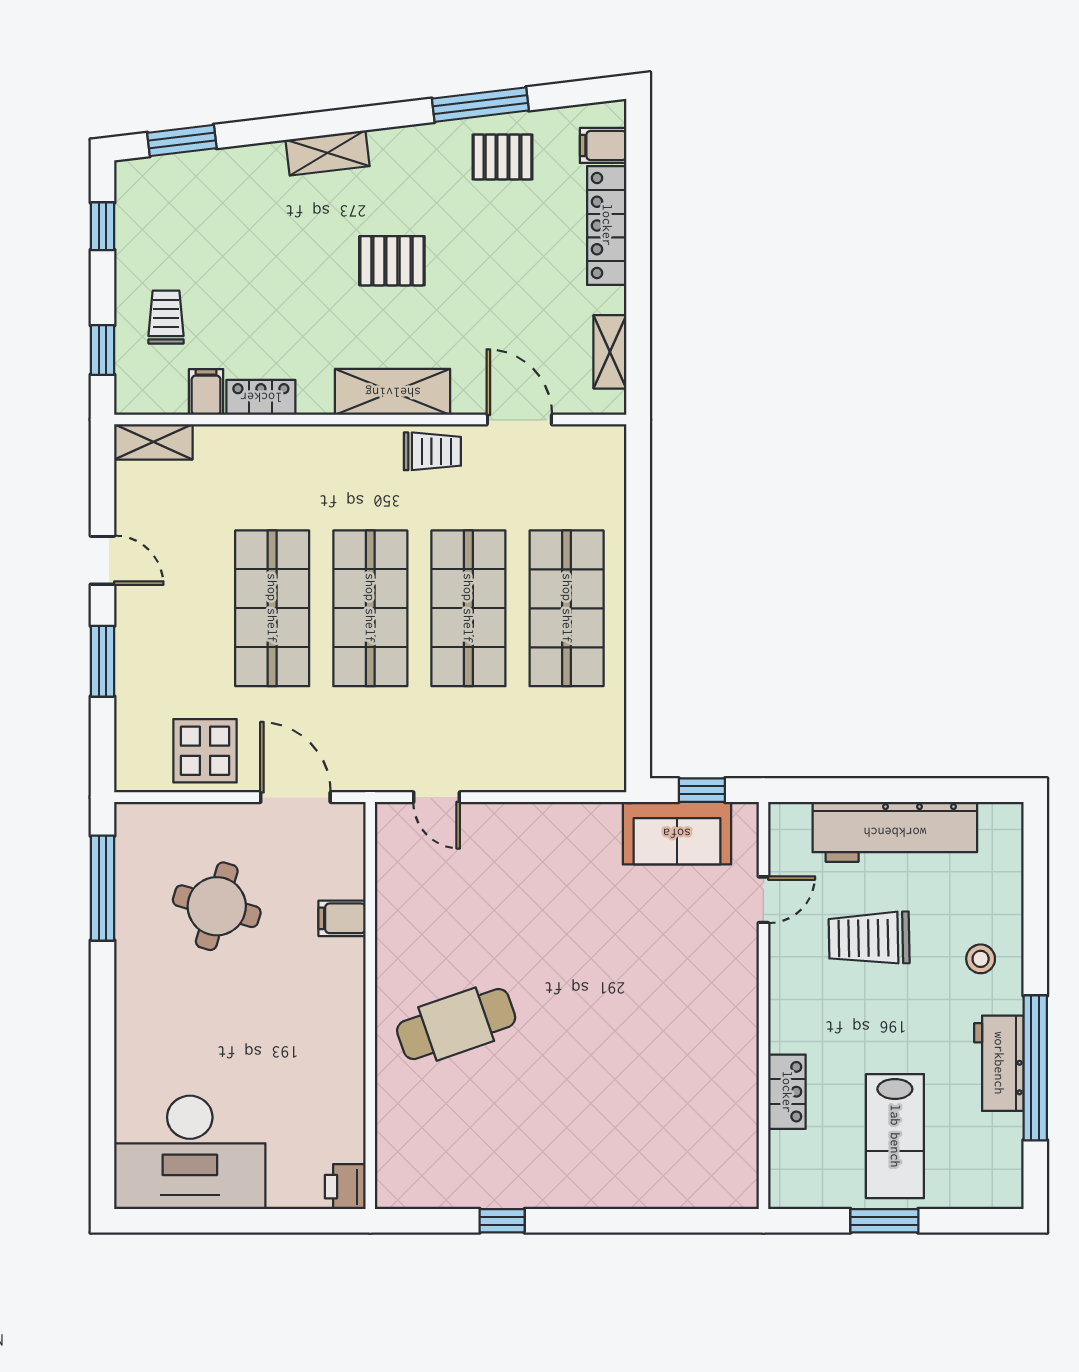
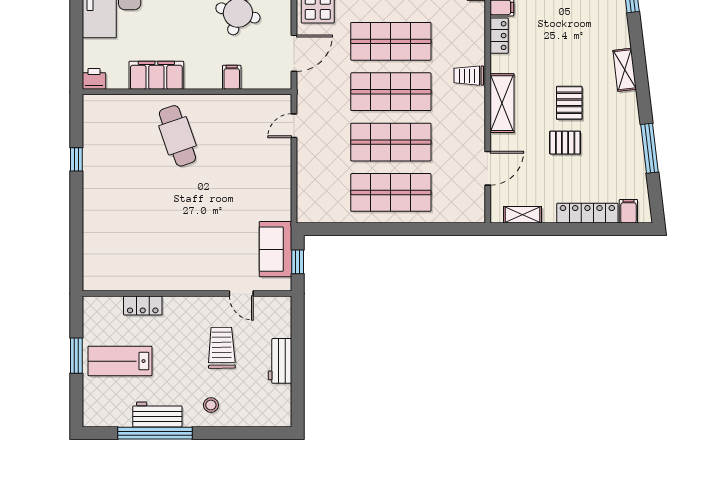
pallet: (502, 157) -> (565, 143), moved, turned 90
trolley: (432, 451) -> (469, 76), moved, turned 90
workbench: (895, 832) -> (280, 361), width x0.53, depth x0.76
filing cabinet: (338, 1065) -> (156, 75), added

